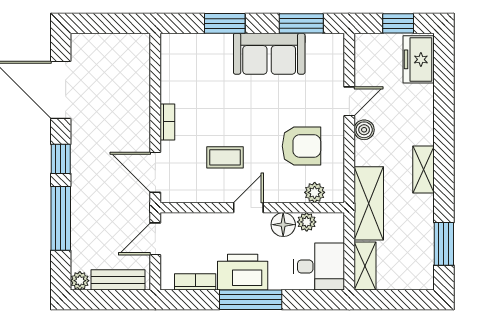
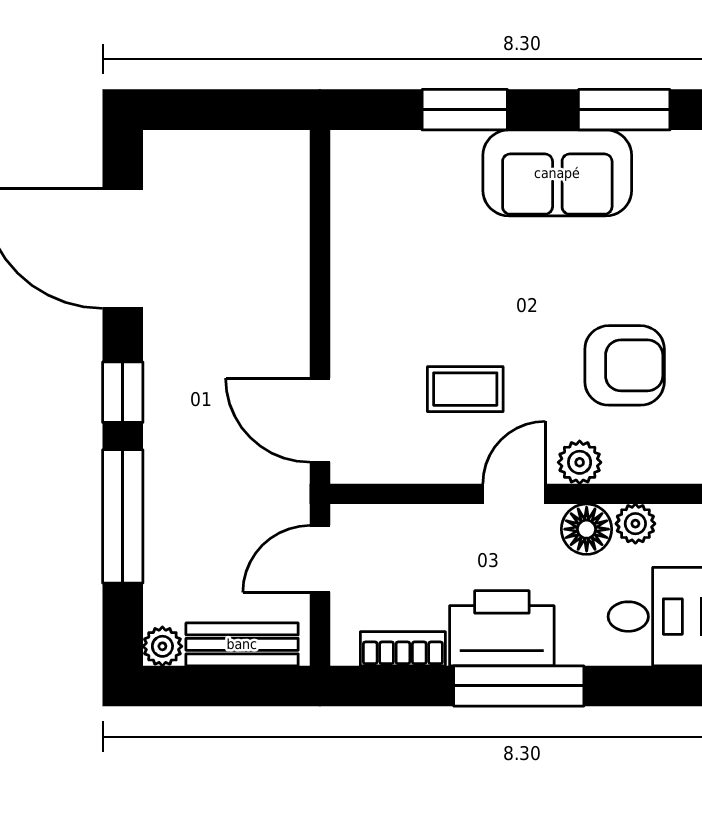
bookcase: (167, 122) -> (345, 315), removed
plant: (315, 192) -> (580, 462), moved

